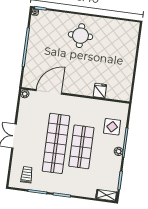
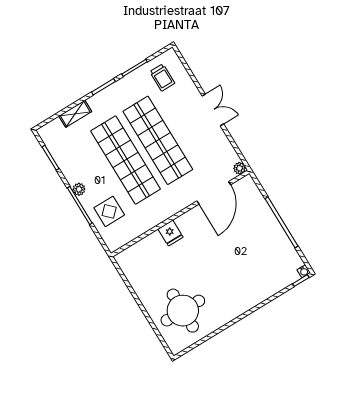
round table: (80, 36) -> (183, 311), moved, width x1.36, depth x1.36
fridge: (100, 91) -> (170, 233), moved
shop shelf: (81, 147) -> (126, 160), width x1.40
shelving: (107, 195) -> (75, 114), moved

